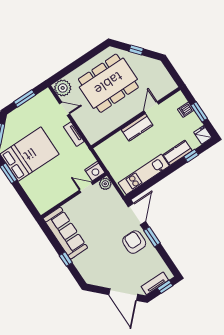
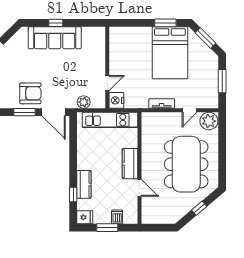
kitchen unit: (144, 174) -> (110, 120), moved, turned 90
plant: (105, 184) -> (84, 102), moved
sofa: (65, 233) -> (55, 38), moved

